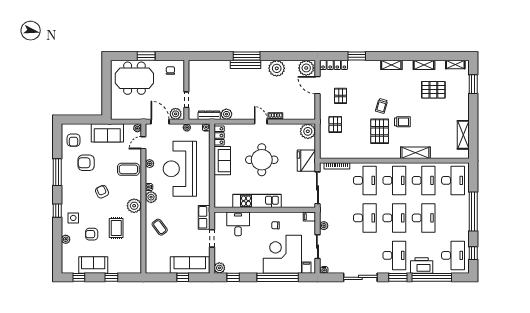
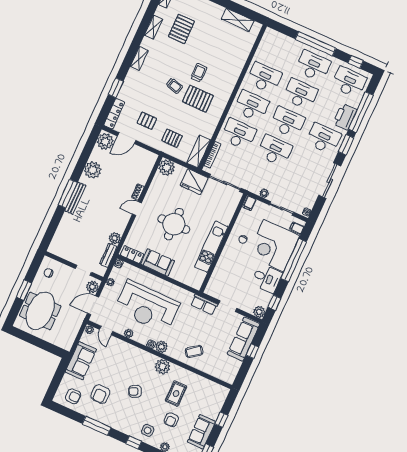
shelving: (415, 153) -> (199, 151), moved
coffee table: (128, 169) -> (125, 356), removed
desk: (453, 180) -> (313, 66), moved
desk: (238, 224) -> (267, 278), moved, turned 180
rug: (116, 228) -> (176, 394), turned 90

